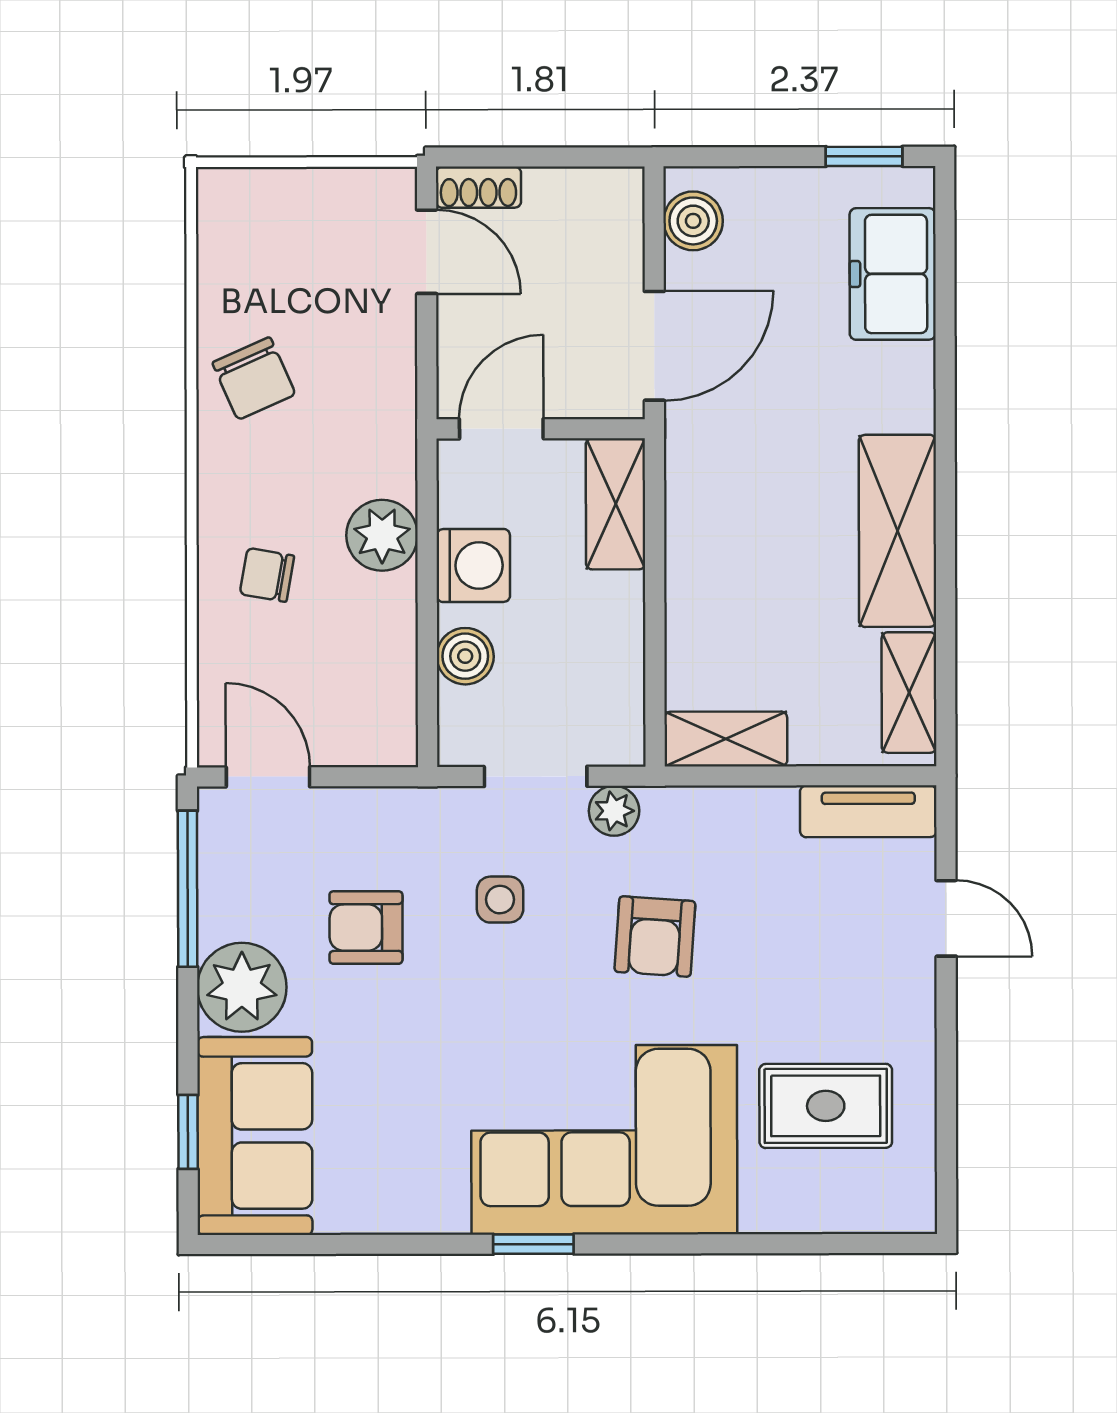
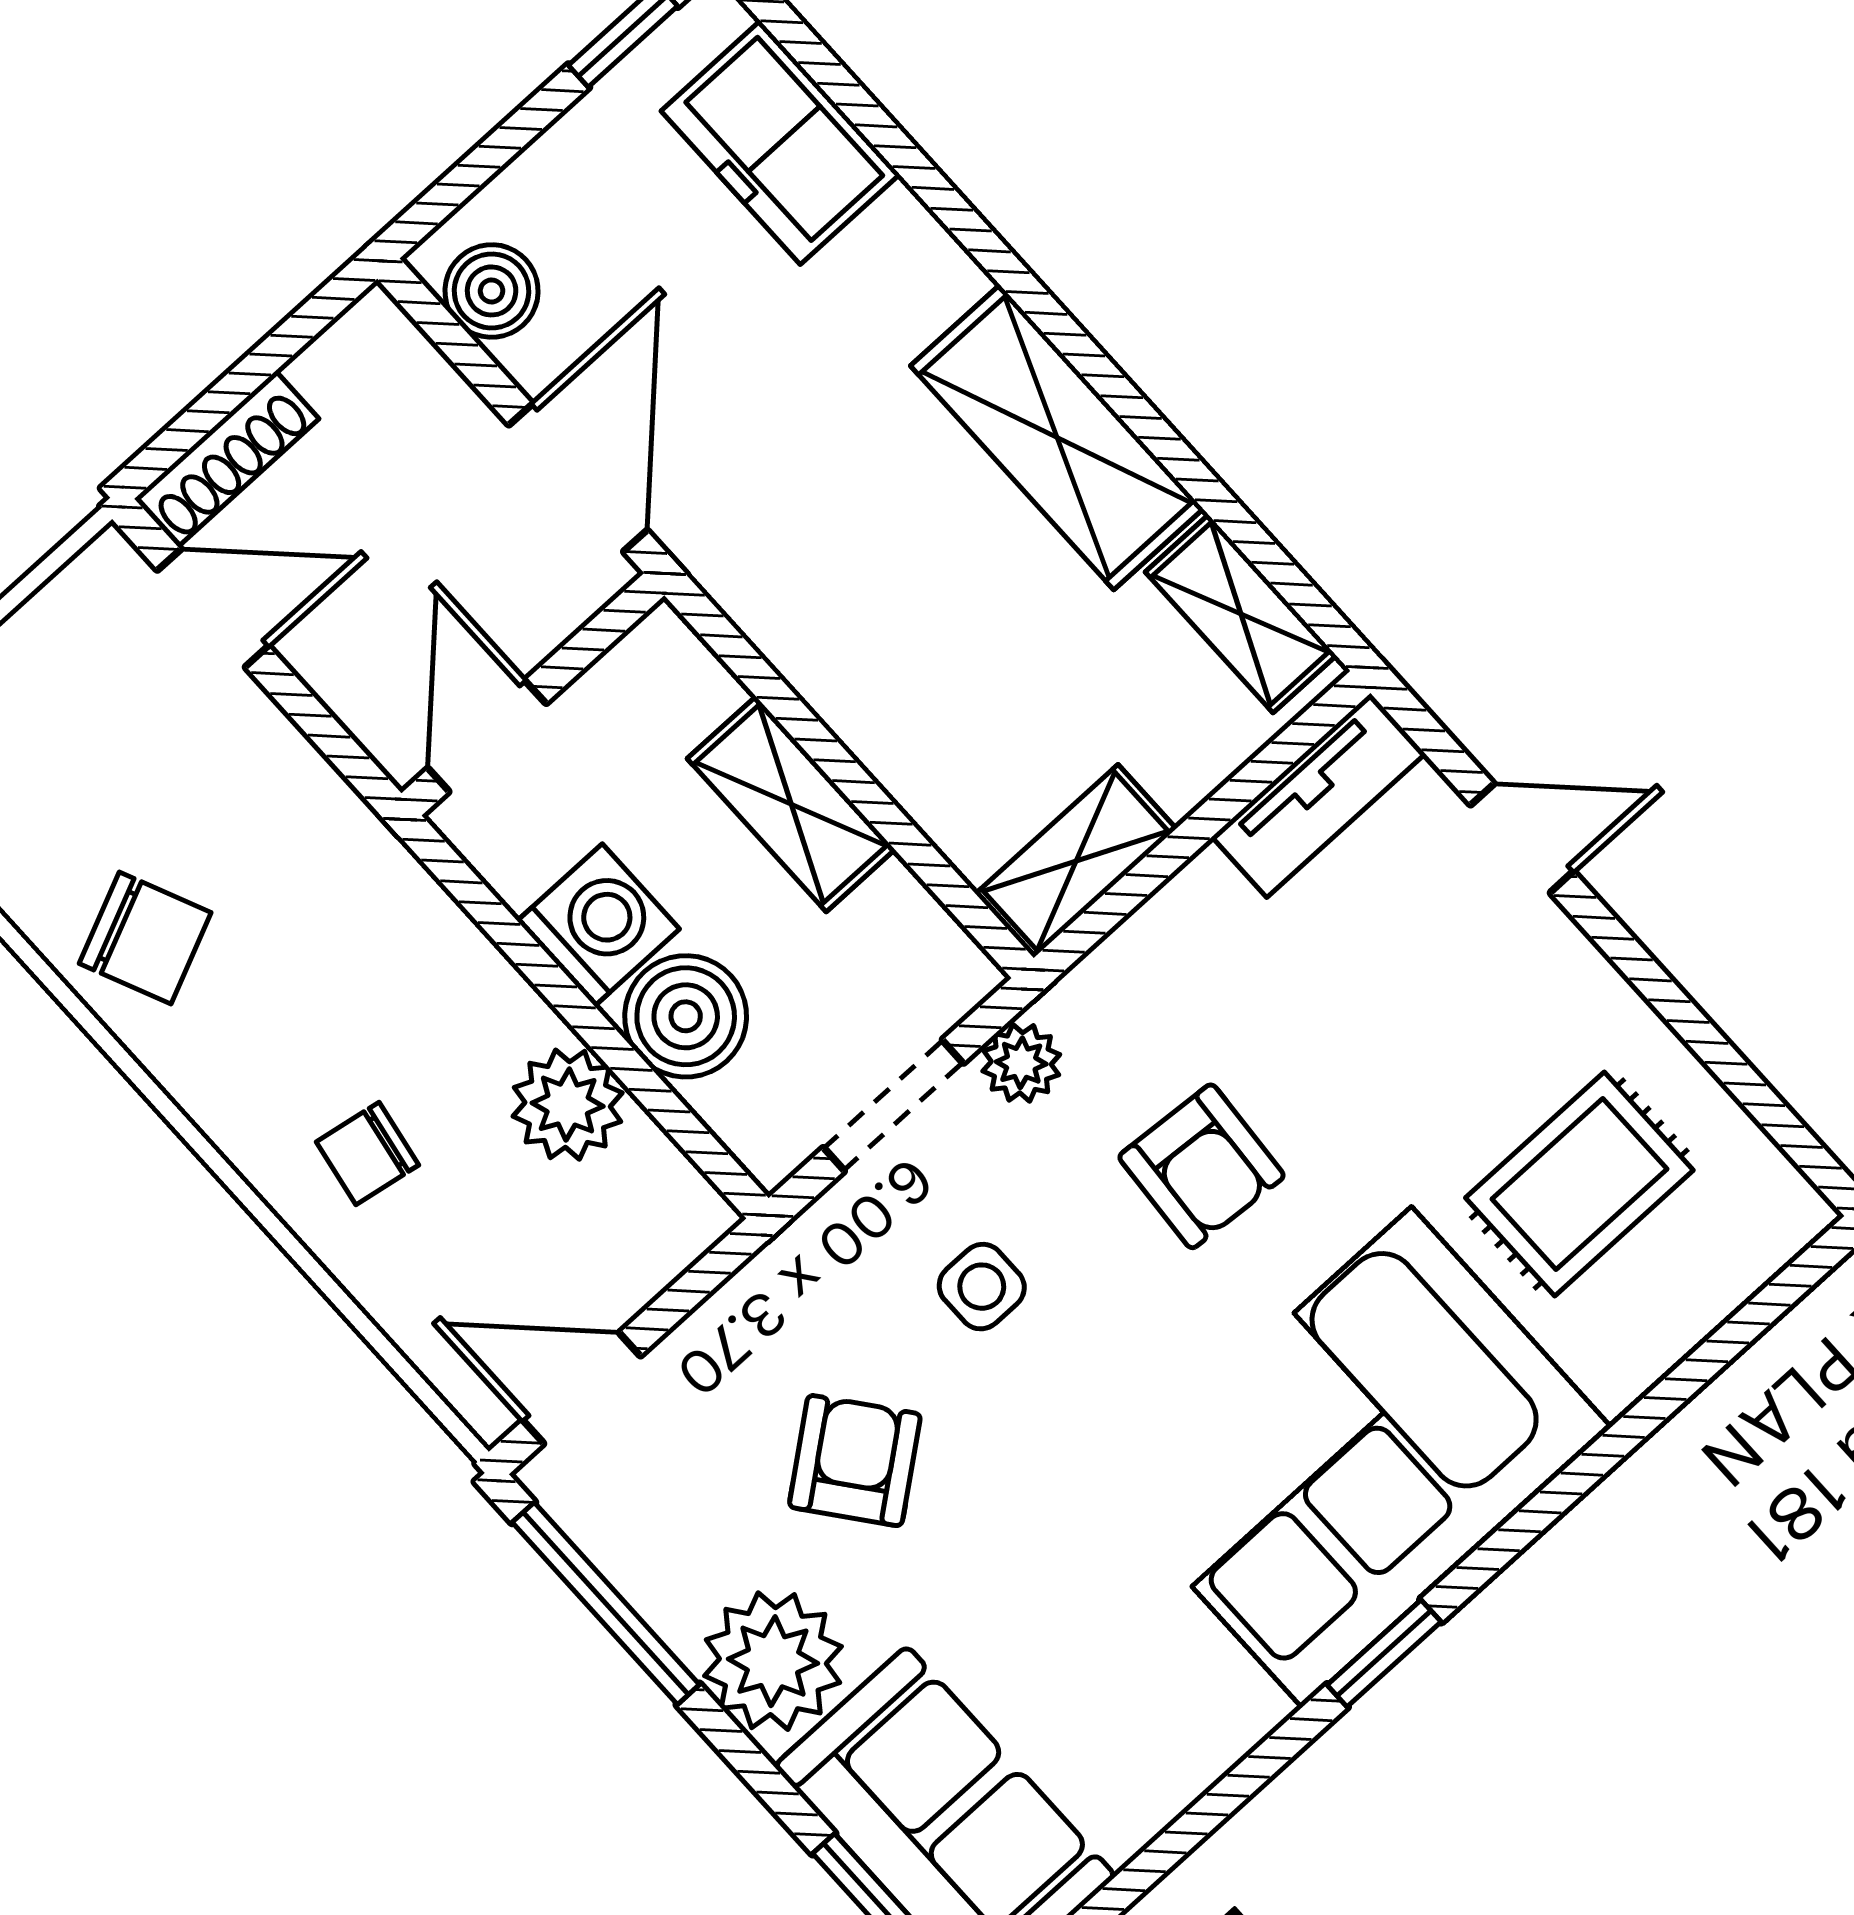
shoe rack: (478, 187) -> (227, 459), width x1.43
shelving: (616, 504) -> (791, 804), moved
plant: (382, 535) -> (568, 1105), moved
boiler: (465, 656) -> (686, 1016), width x1.36, depth x1.36
armchair: (366, 928) -> (855, 1461), turned 142

